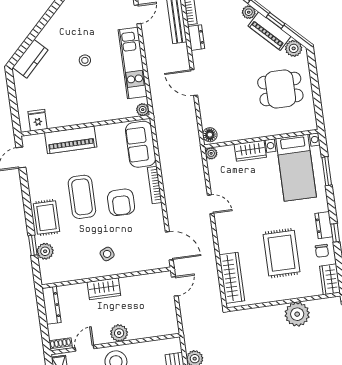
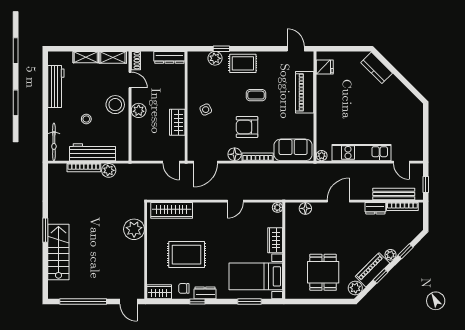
stool: (85, 60) -> (369, 113), removed
floor lamp: (210, 135) -> (305, 208), moved
coffee table: (82, 197) -> (256, 95), width x0.54, depth x0.58
floor lamp: (155, 213) -> (235, 154), added
wardrobe: (104, 289) -> (177, 122), moved
plant: (297, 314) -> (134, 229), moved

